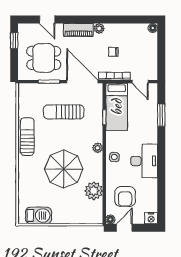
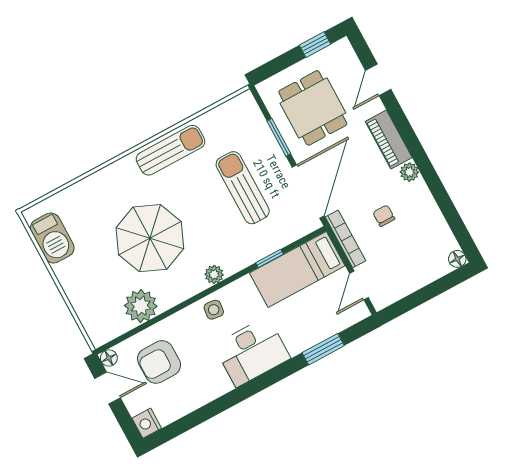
desk: (144, 161) -> (252, 352), moved

